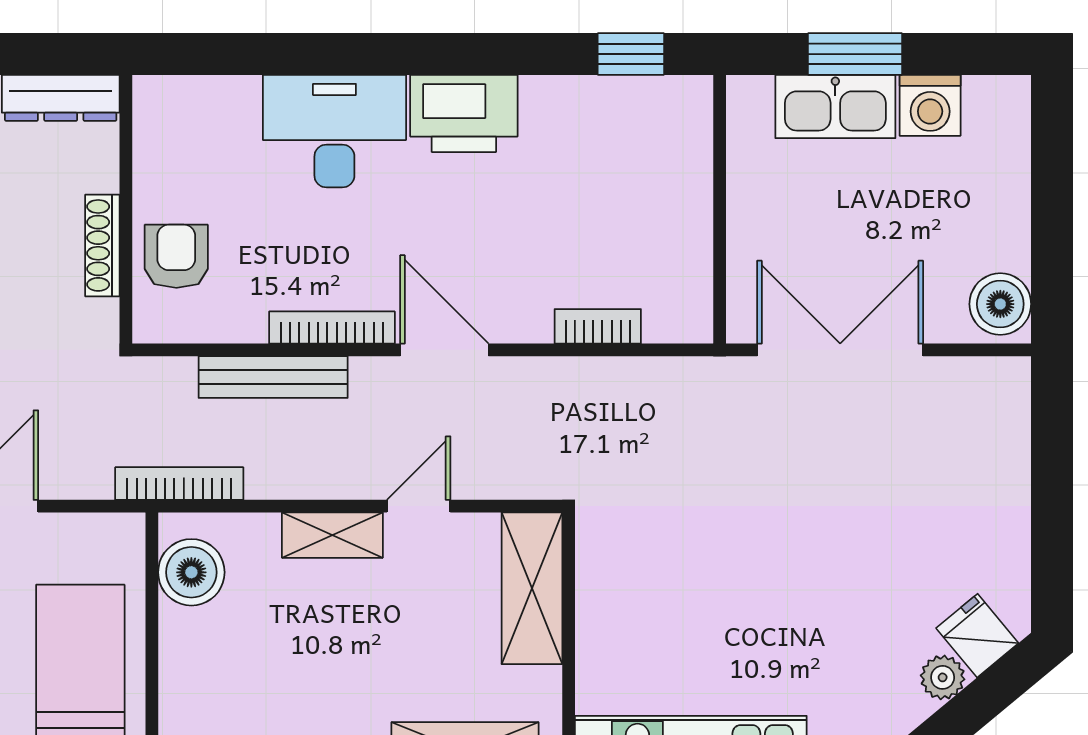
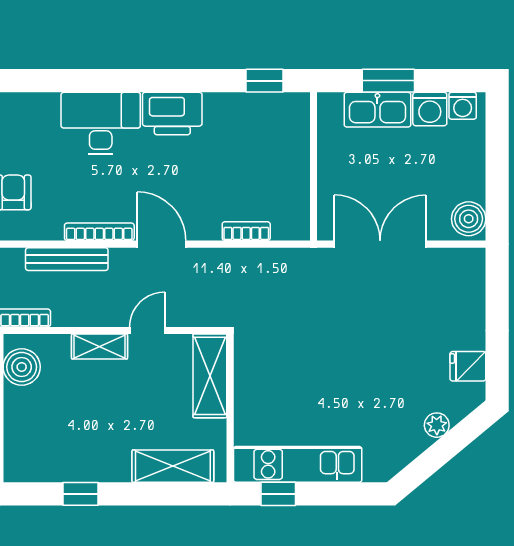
washing machine: (989, 100) -> (463, 106), added
fridge: (977, 636) -> (468, 366), moved, turned -50

